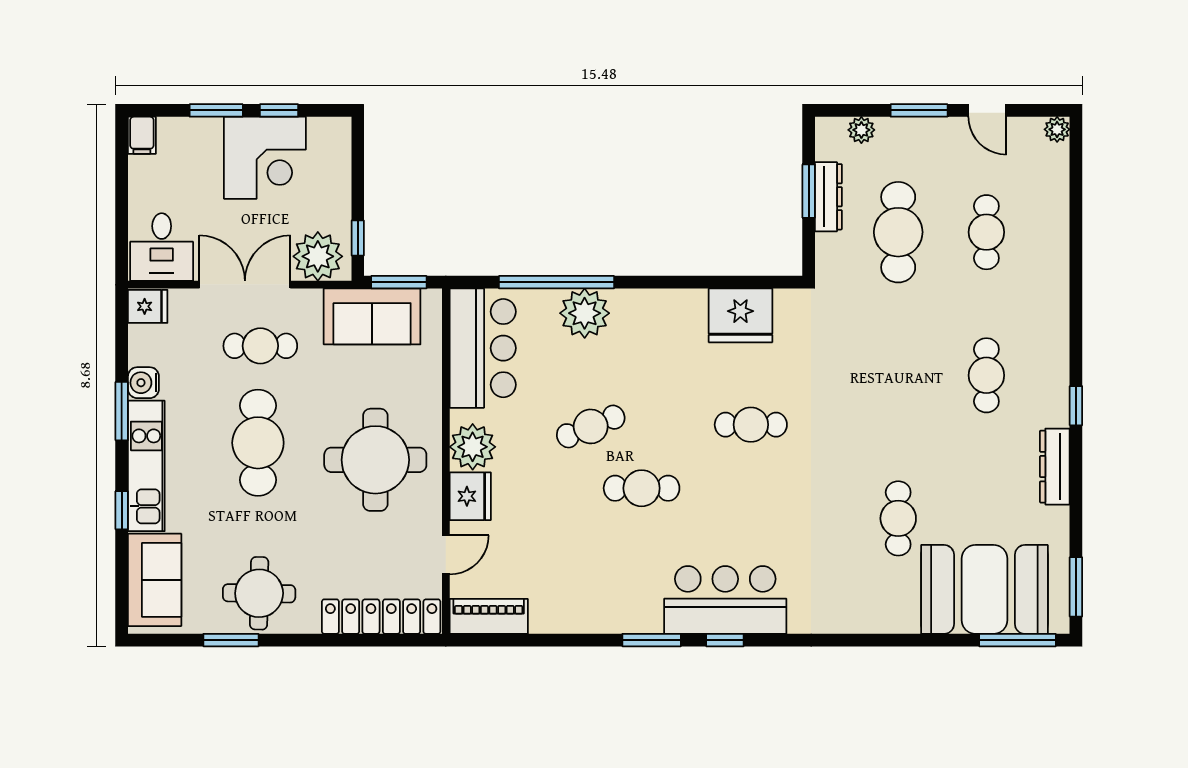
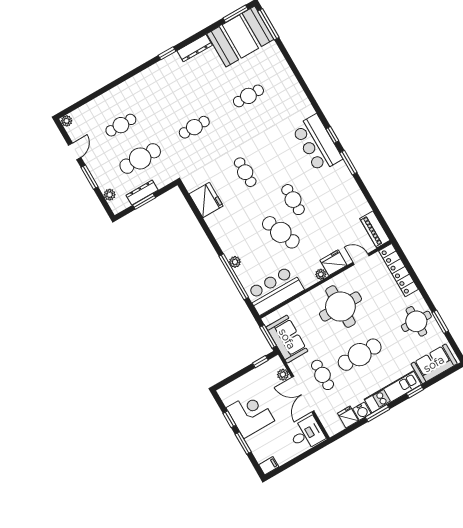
plant: (318, 256) -> (283, 375), width x0.53, depth x0.53
fridge: (148, 306) -> (348, 417), moved
plant: (585, 313) -> (235, 262), width x0.53, depth x0.53
cafe table: (986, 375) -> (194, 127), moved
cafe table: (591, 426) -> (281, 232), width x1.37, depth x1.35
plant: (473, 447) -> (321, 274), width x0.53, depth x0.53
booth: (984, 589) -> (240, 36), moved, turned 90

